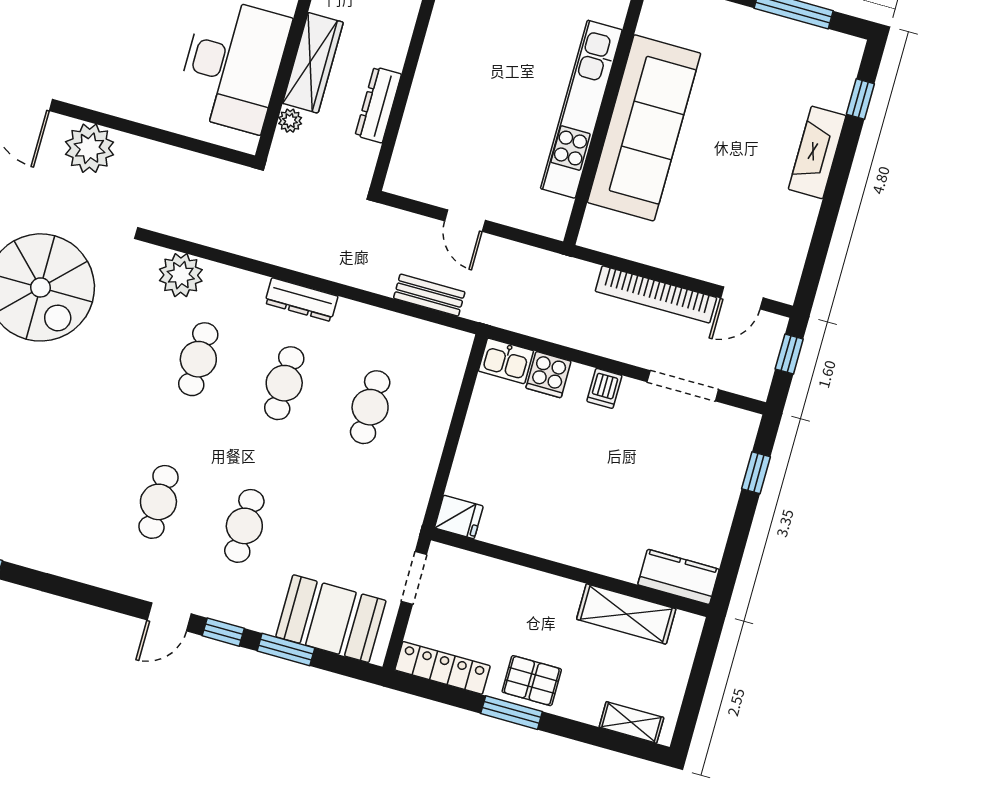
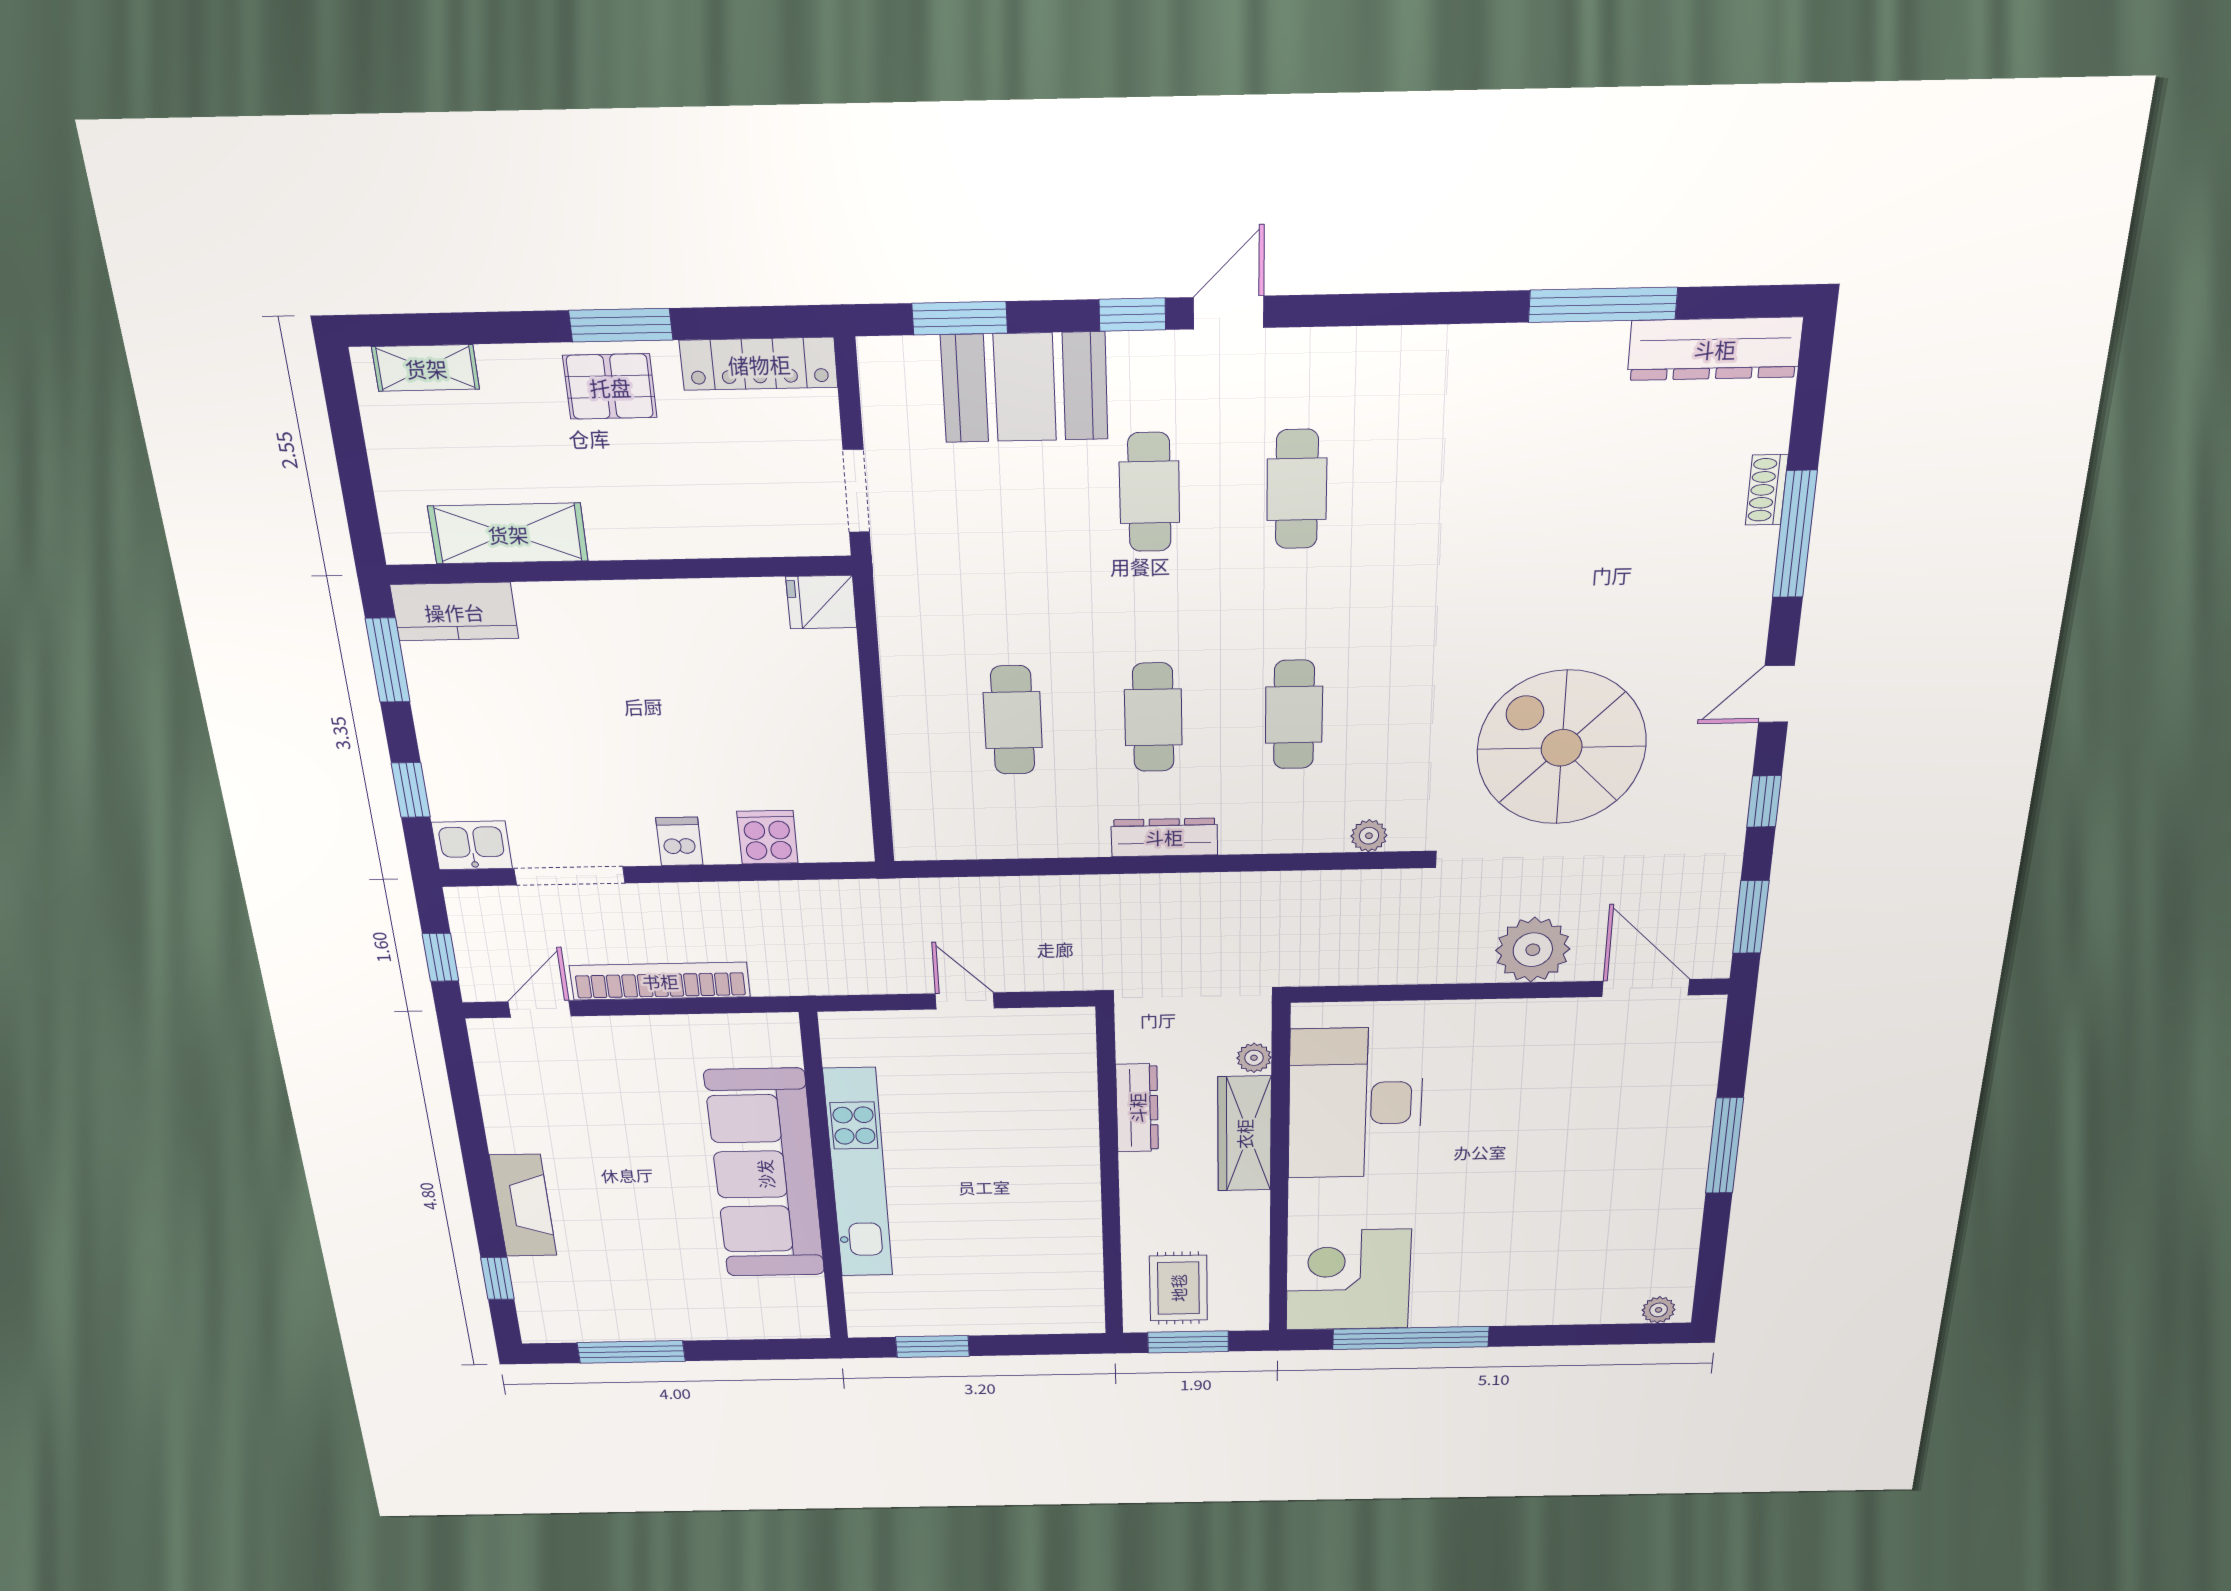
plant: (181, 275) -> (1369, 836), width x0.53, depth x0.53
bench: (429, 295) -> (980, 894), removed
kitchen sink: (506, 361) -> (472, 845), moved
window: (732, 559) -> (388, 660), added
booth: (331, 619) -> (1025, 387), moved
window: (286, 650) -> (960, 318), moved

